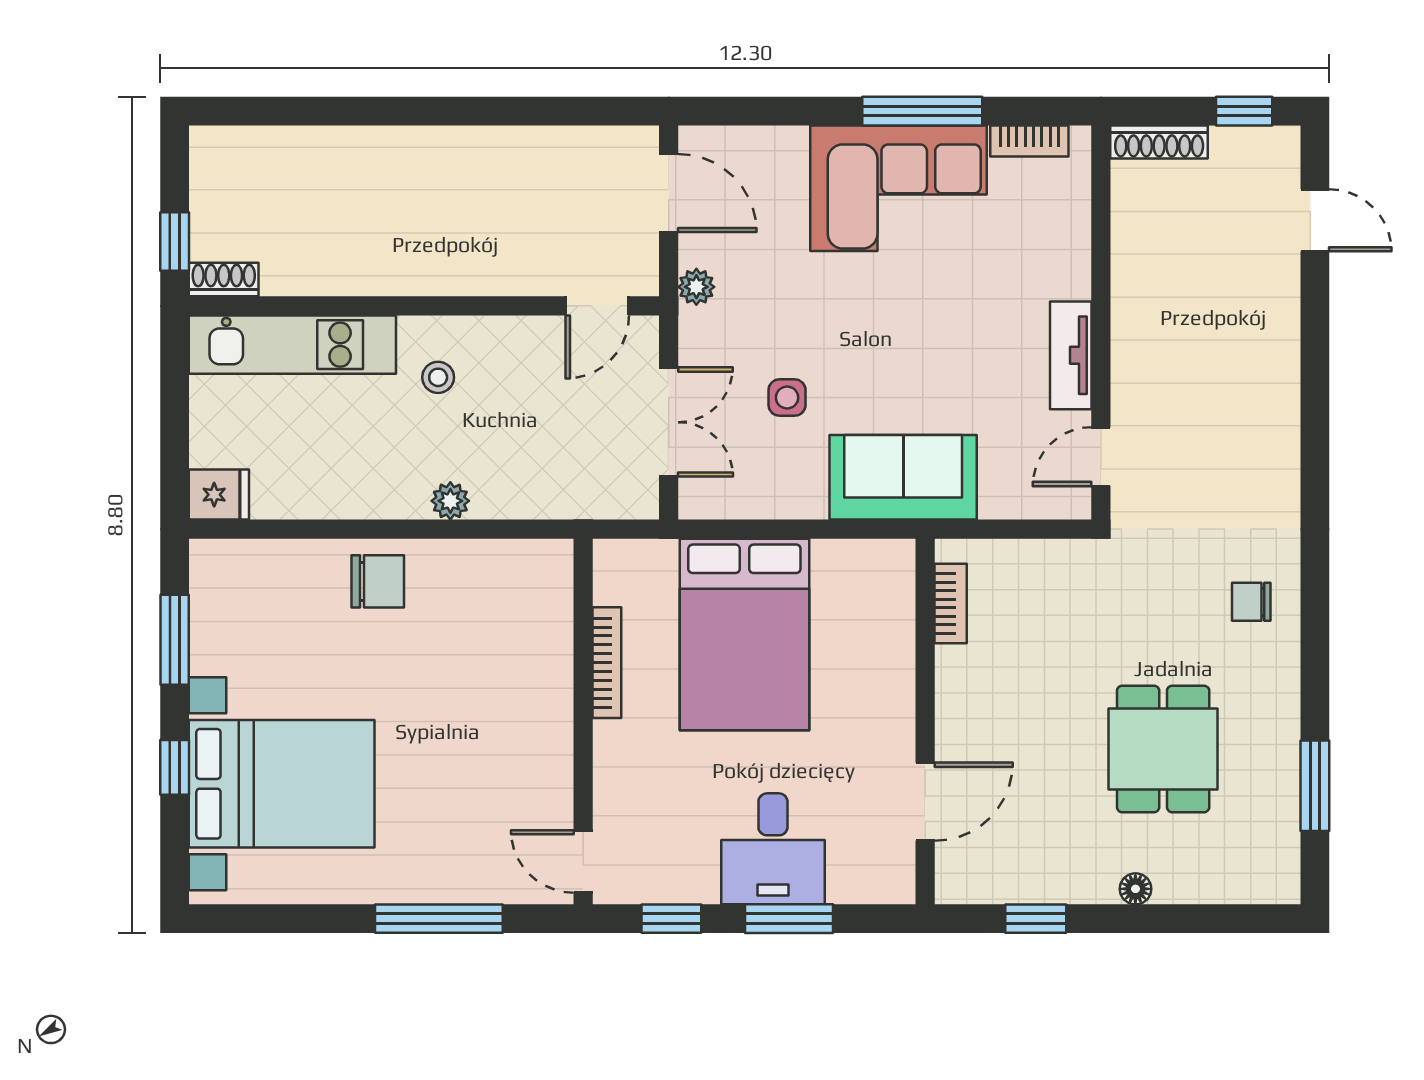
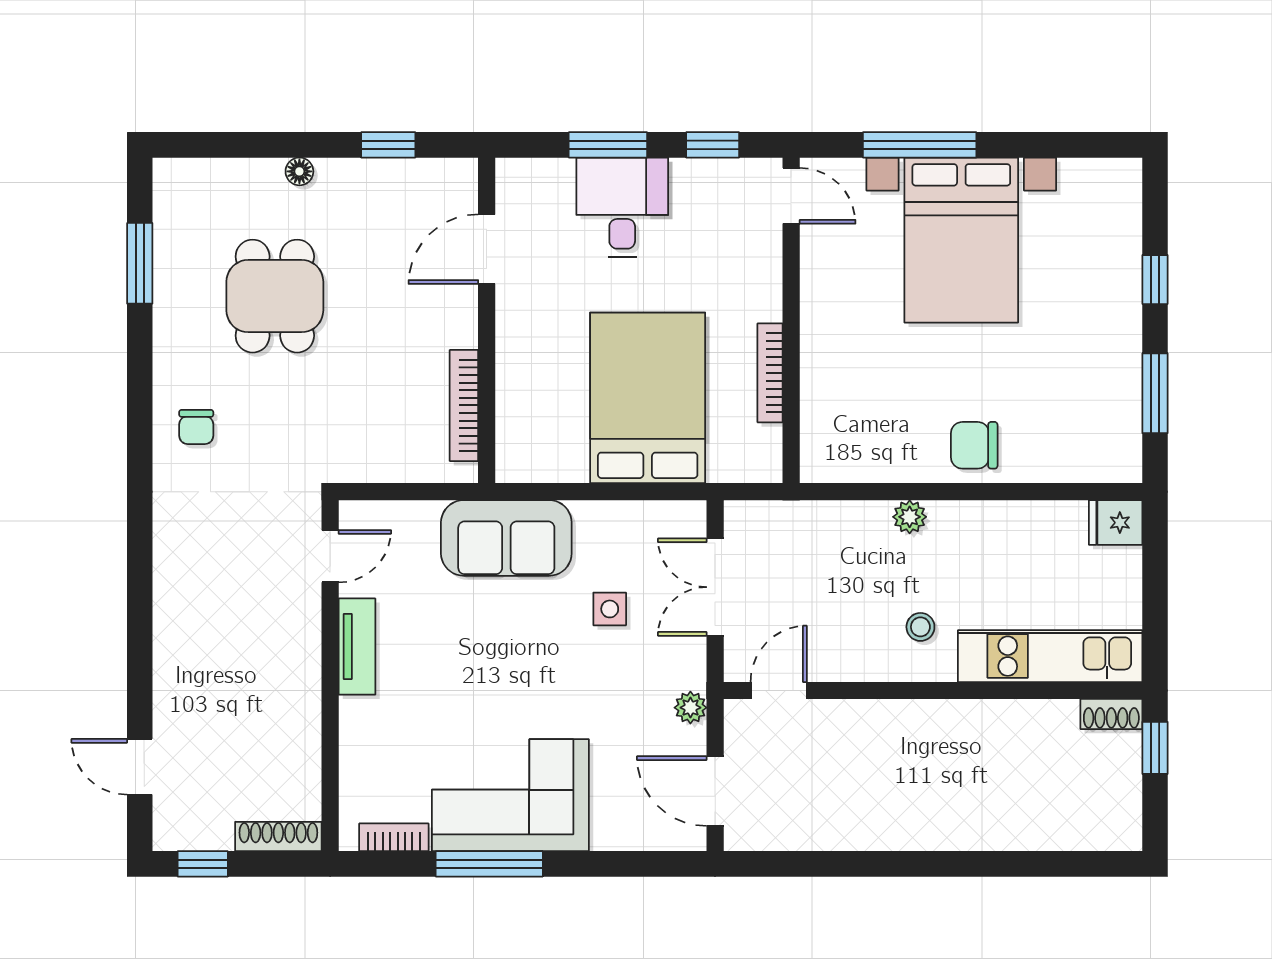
chair: (1251, 602) -> (196, 427), turned 90
bookcase: (951, 604) -> (464, 405), width x1.56
bed with nightstands: (282, 784) -> (961, 240), moved, turned -90

